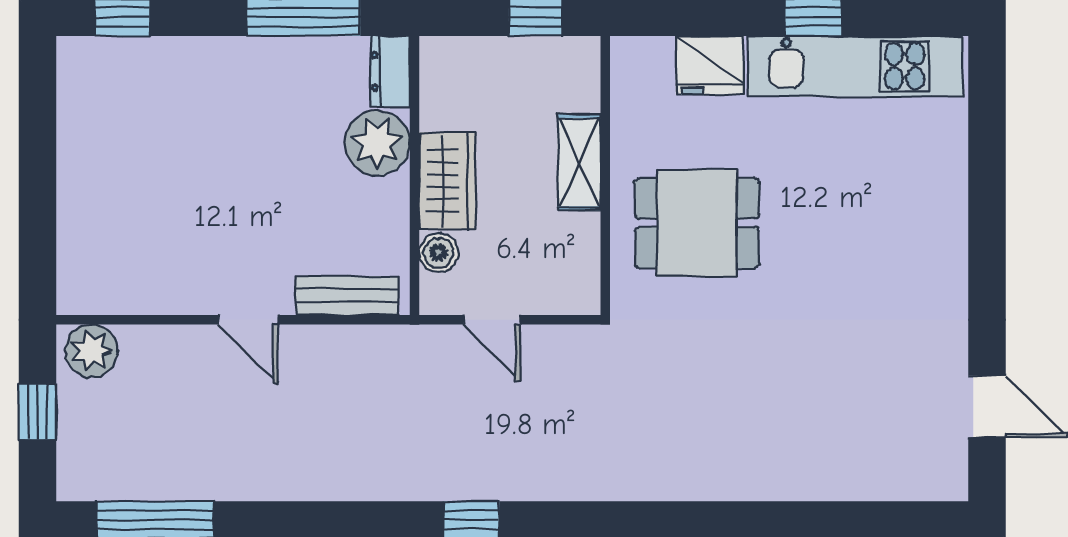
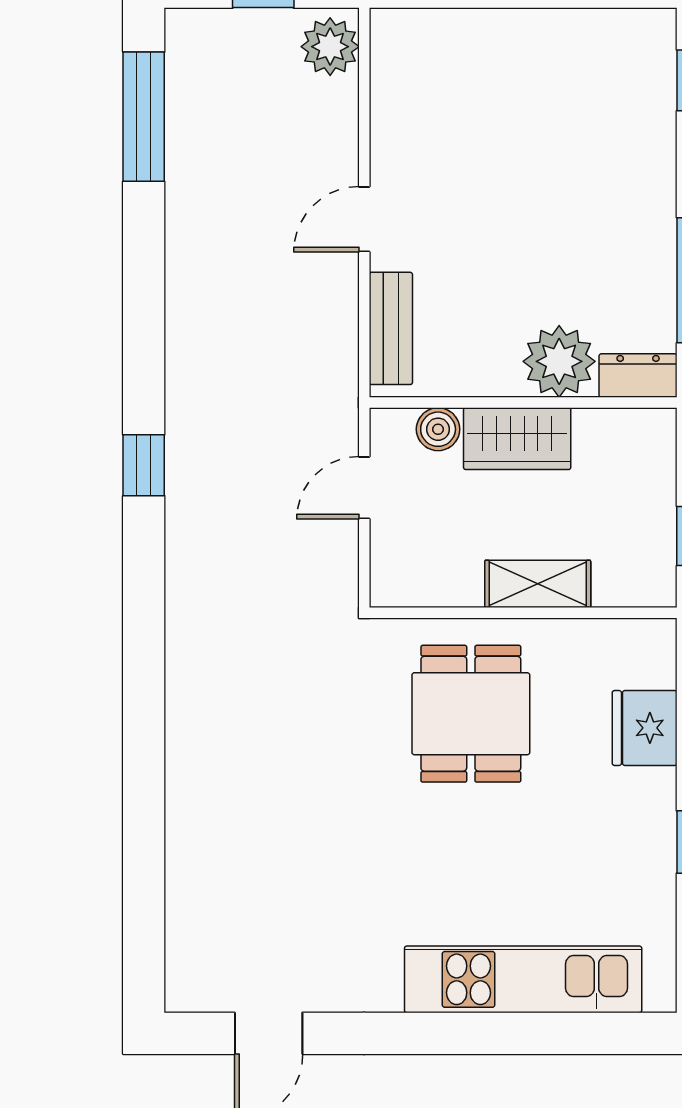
kitchen unit: (855, 66) -> (523, 979), moved, turned 90

